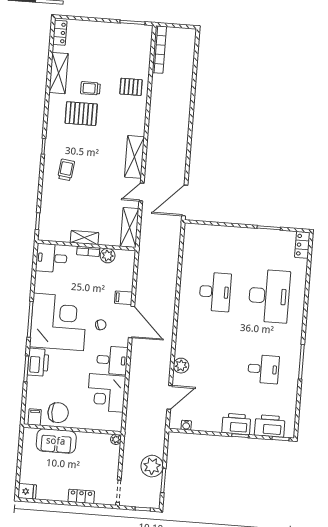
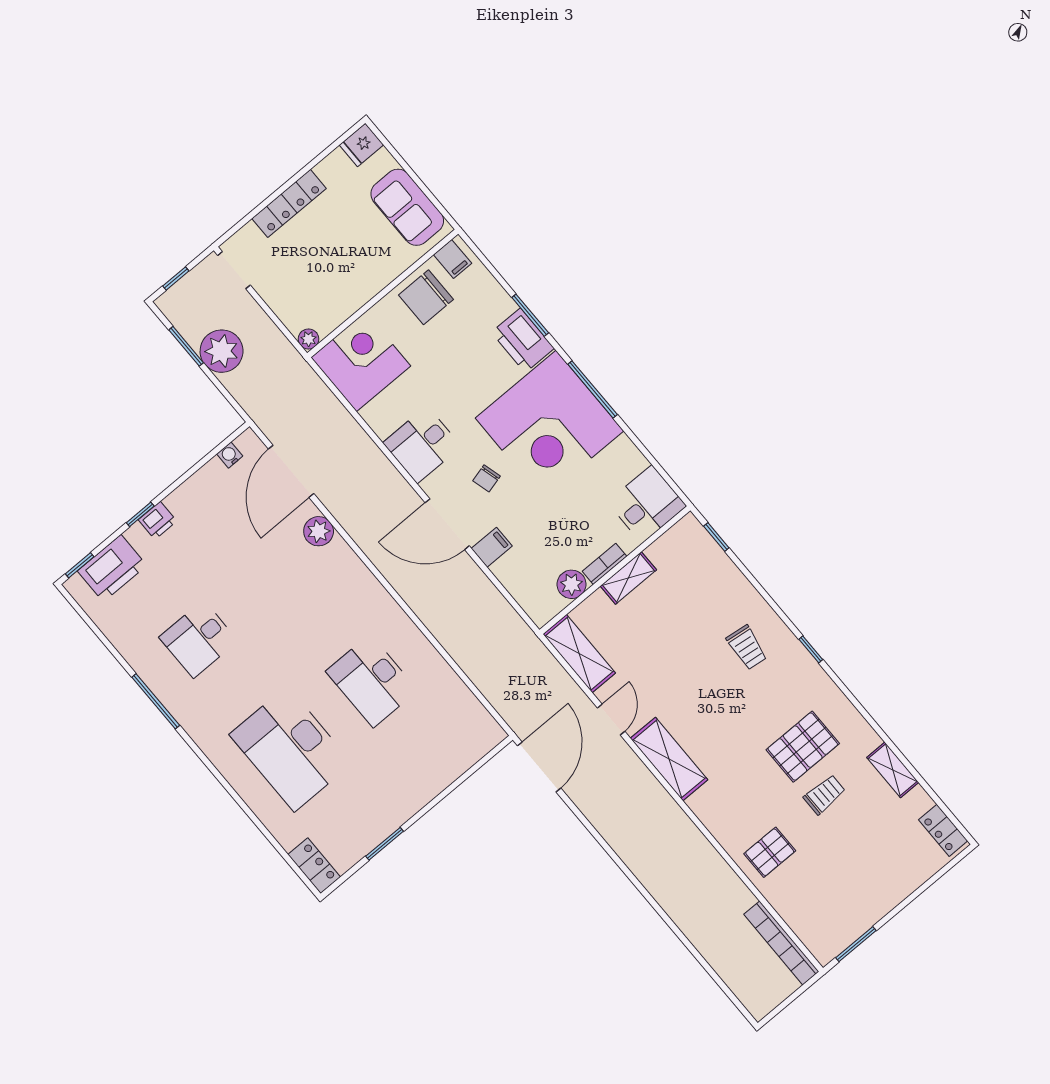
shelving: (59, 73) -> (893, 770), width x0.67, depth x0.75
corner desk: (106, 393) -> (361, 362), moved
door: (170, 397) -> (291, 471), width x1.36
printer: (236, 424) -> (158, 520), width x0.53, depth x0.68
sofa: (56, 441) -> (407, 207), moved, turned -90
locker: (81, 496) -> (289, 203), width x1.53

